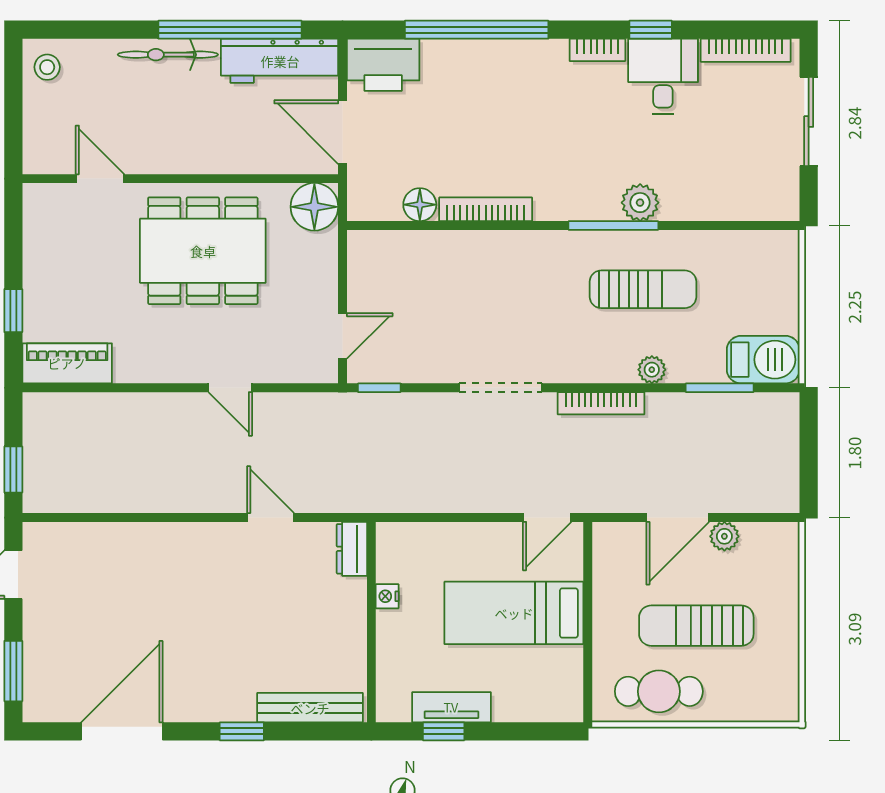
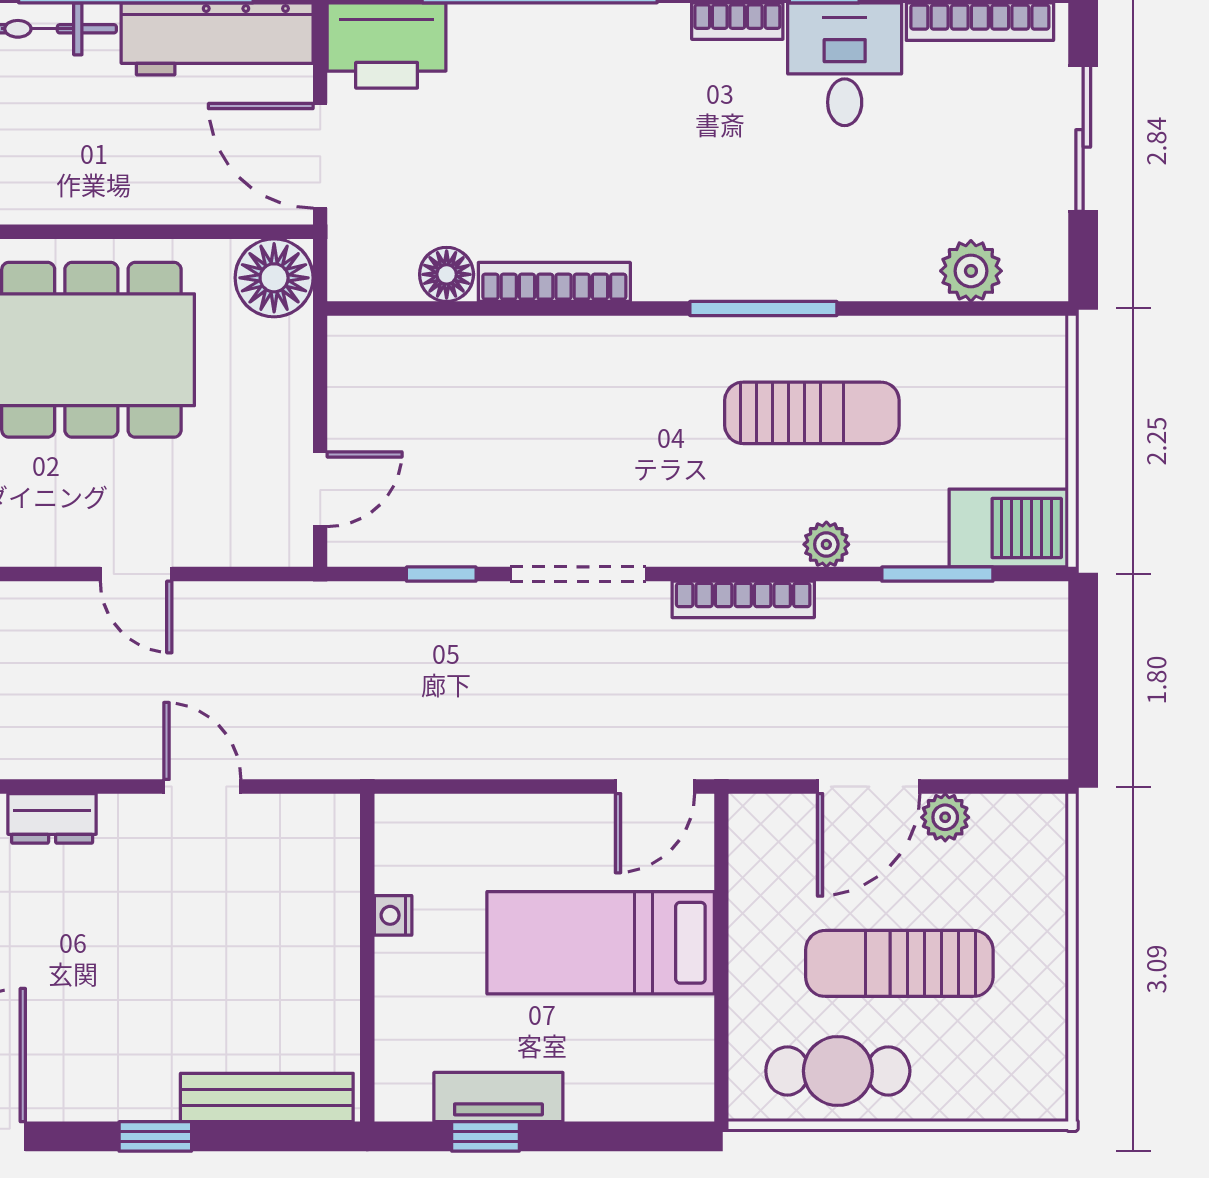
plant: (640, 203) -> (971, 271), moved
window: (379, 388) -> (441, 574), moved
dresser: (352, 549) -> (52, 818), moved, turned -90

